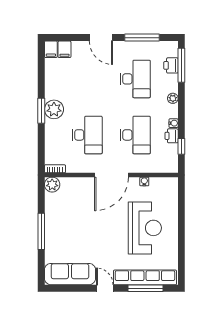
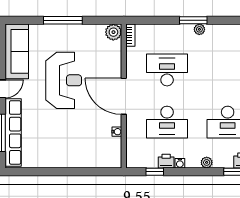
plant: (54, 109) -> (199, 29), width x0.53, depth x0.53
desk: (87, 135) -> (167, 70), turned 180
reception desk: (145, 228) -> (64, 80), moved, turned -90

